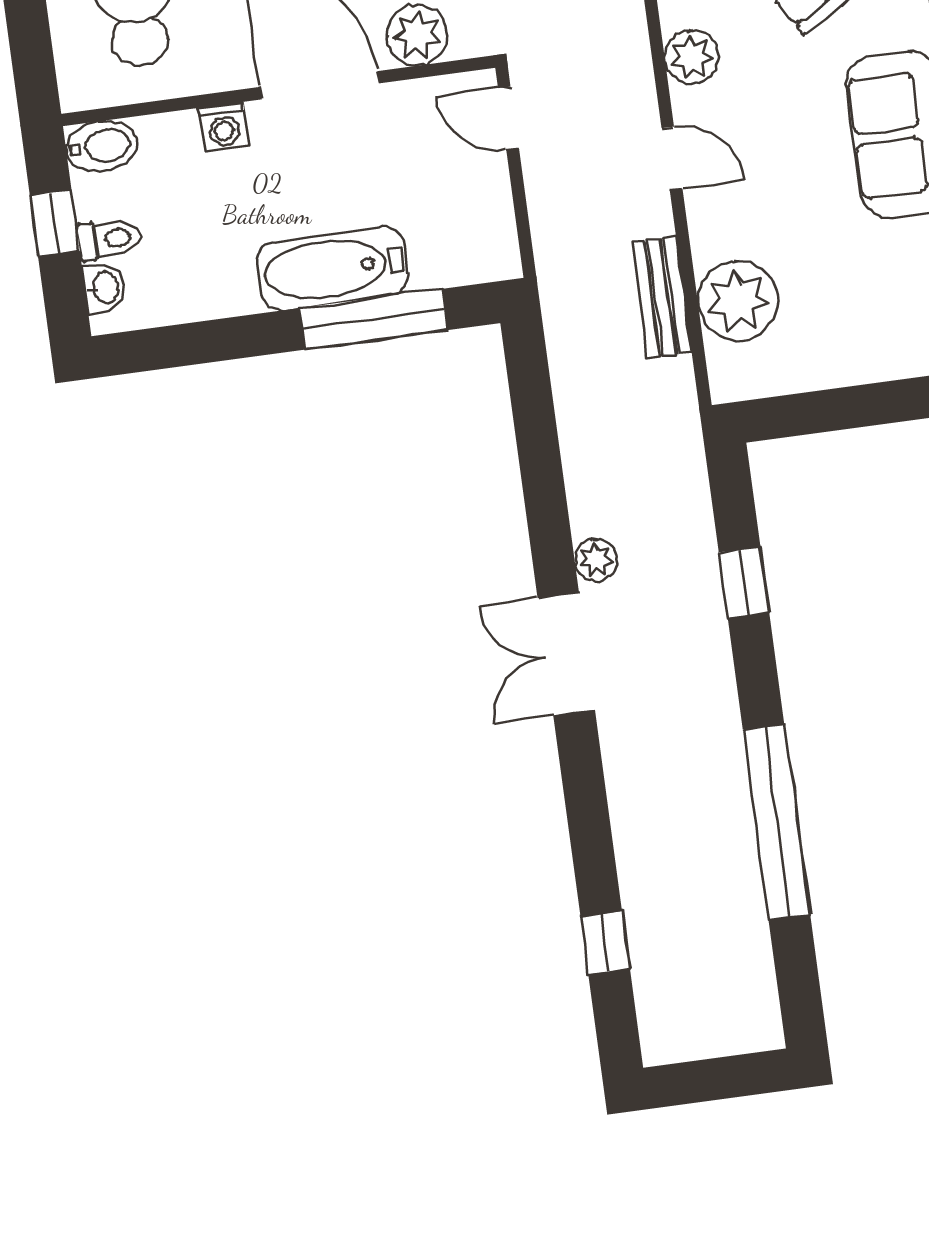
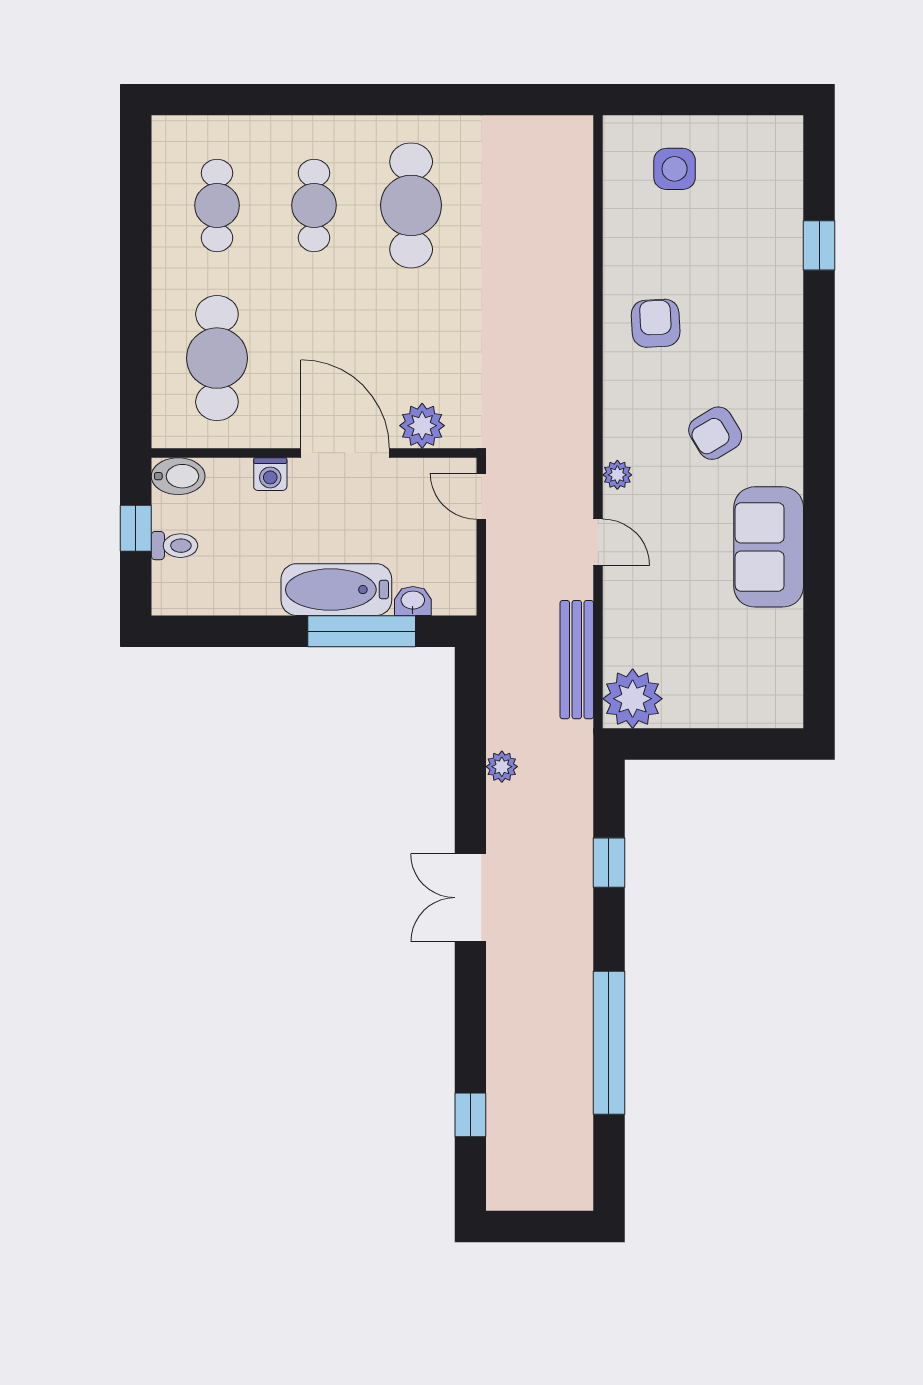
plant: (692, 57) -> (617, 475), width x0.73, depth x0.73
washbasin: (104, 288) -> (413, 601), moved, turned -90
bench: (662, 297) -> (577, 660), width x1.36
plant: (738, 301) -> (633, 699), moved
plant: (596, 560) -> (502, 767), moved

